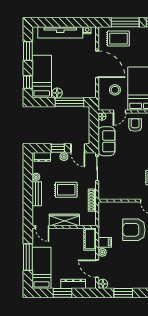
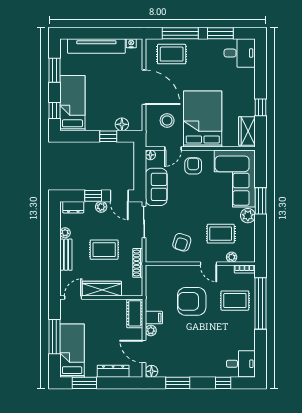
floor lamp: (57, 93) -> (122, 124), moved
window: (69, 102) -> (108, 136), width x0.46
armchair: (126, 184) -> (182, 242), added
door: (42, 227) -> (73, 298), swing flipped
window: (63, 293) -> (84, 383), moved

